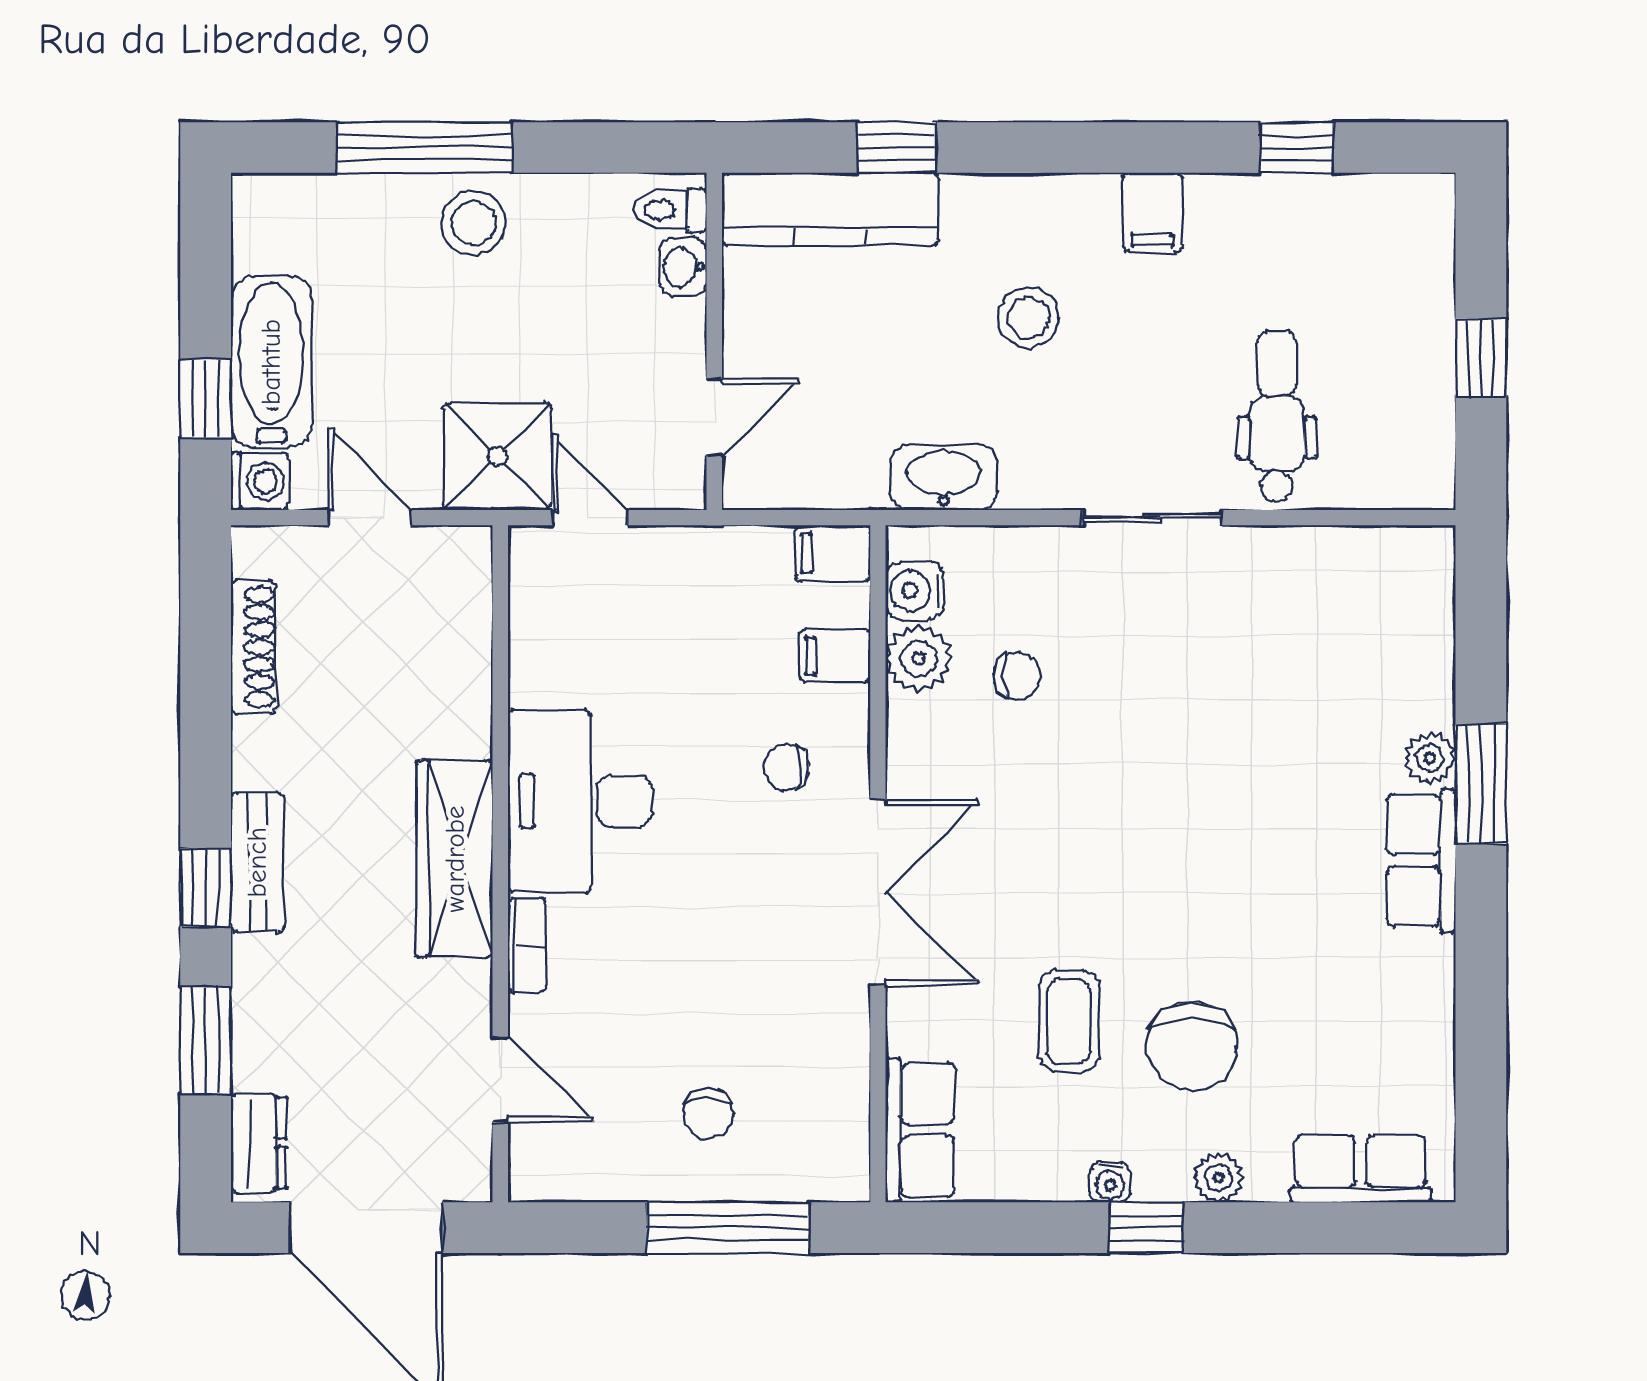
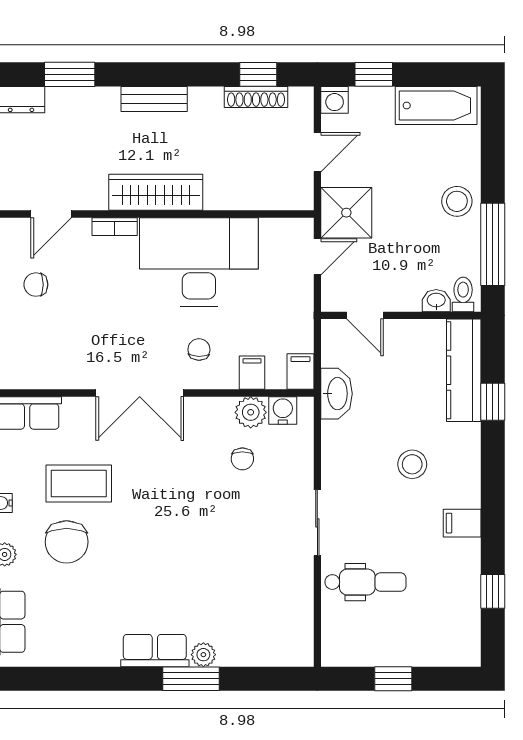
window: (425, 147) -> (493, 244), moved
bathtub: (271, 362) -> (436, 106), moved
washbasin: (944, 477) -> (337, 394), moved
desk: (580, 801) -> (199, 262), width x1.36, depth x1.30
window: (206, 888) -> (258, 74), moved
coffee table: (1069, 1021) -> (79, 483), width x1.36, depth x1.30
chair: (1192, 1047) -> (67, 542), turned -90
chair: (708, 1114) -> (36, 285), moved

